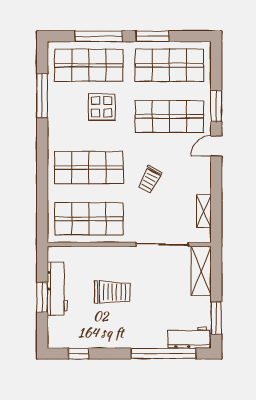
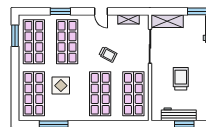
window: (99, 36) -> (15, 87), removed
window: (153, 36) -> (15, 36), moved
door: (216, 146) -> (101, 11), moved

